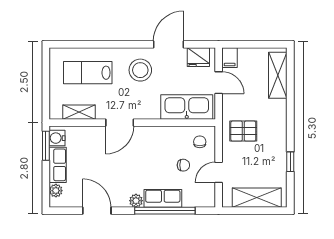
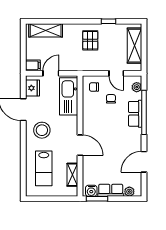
pallet: (243, 131) -> (90, 40), moved
plant: (136, 201) -> (137, 87), moved

